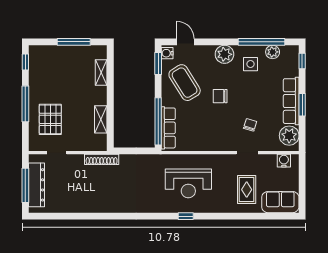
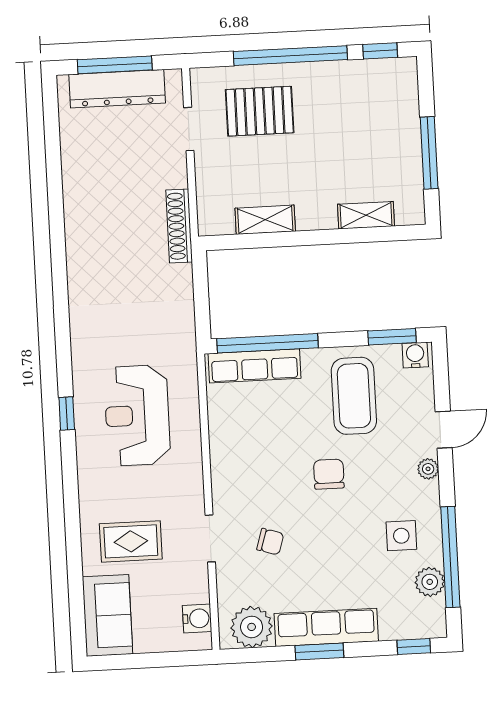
door: (185, 42) -> (444, 430), moved
plant: (224, 54) -> (428, 469), width x0.53, depth x0.53
coffee table: (185, 83) -> (354, 396), turned -58
window: (25, 104) -> (290, 56), width x1.46

